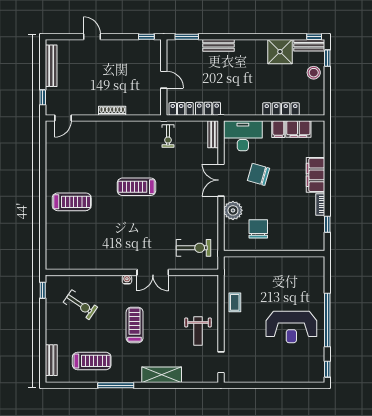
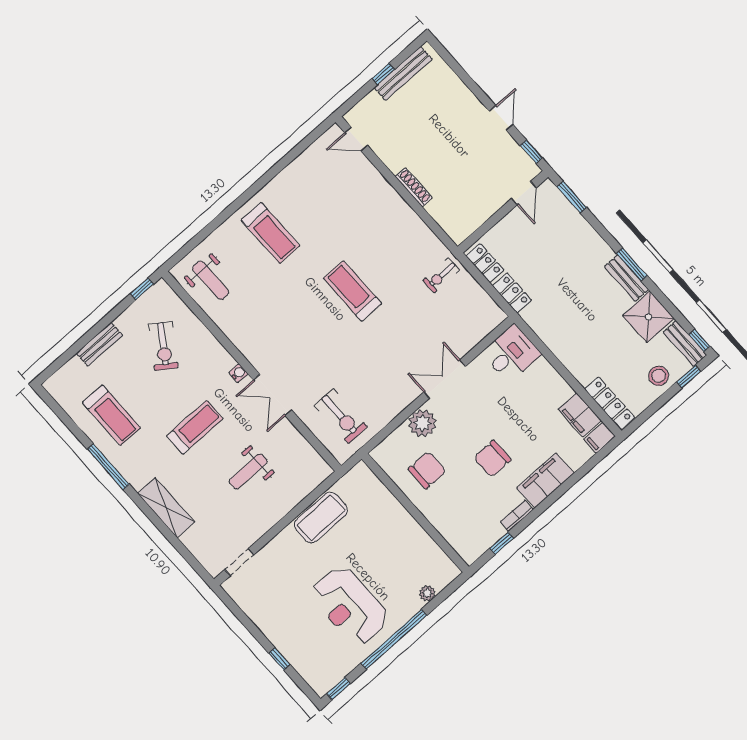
door: (92, 37) -> (501, 118), moved
window: (247, 37) -> (632, 264), added
bench: (219, 45) -> (626, 278), moved
door: (164, 80) -> (524, 193), moved
window: (43, 97) -> (383, 74), moved
locker: (281, 109) -> (610, 403), moved
filing cabinet: (278, 129) -> (600, 438), moved
bench: (213, 134) -> (488, 324), removed
desk: (243, 136) -> (511, 354), width x0.73
chair: (259, 174) -> (492, 459), moved, turned -106
weight bench: (69, 252) -> (211, 280), added
plant: (319, 283) -> (427, 593), added
coffee table: (235, 302) -> (321, 518), width x1.86, depth x1.72
weight bench: (198, 331) -> (248, 471), moved
bench: (51, 360) -> (99, 344), moved
window: (287, 385) -> (279, 659), added

